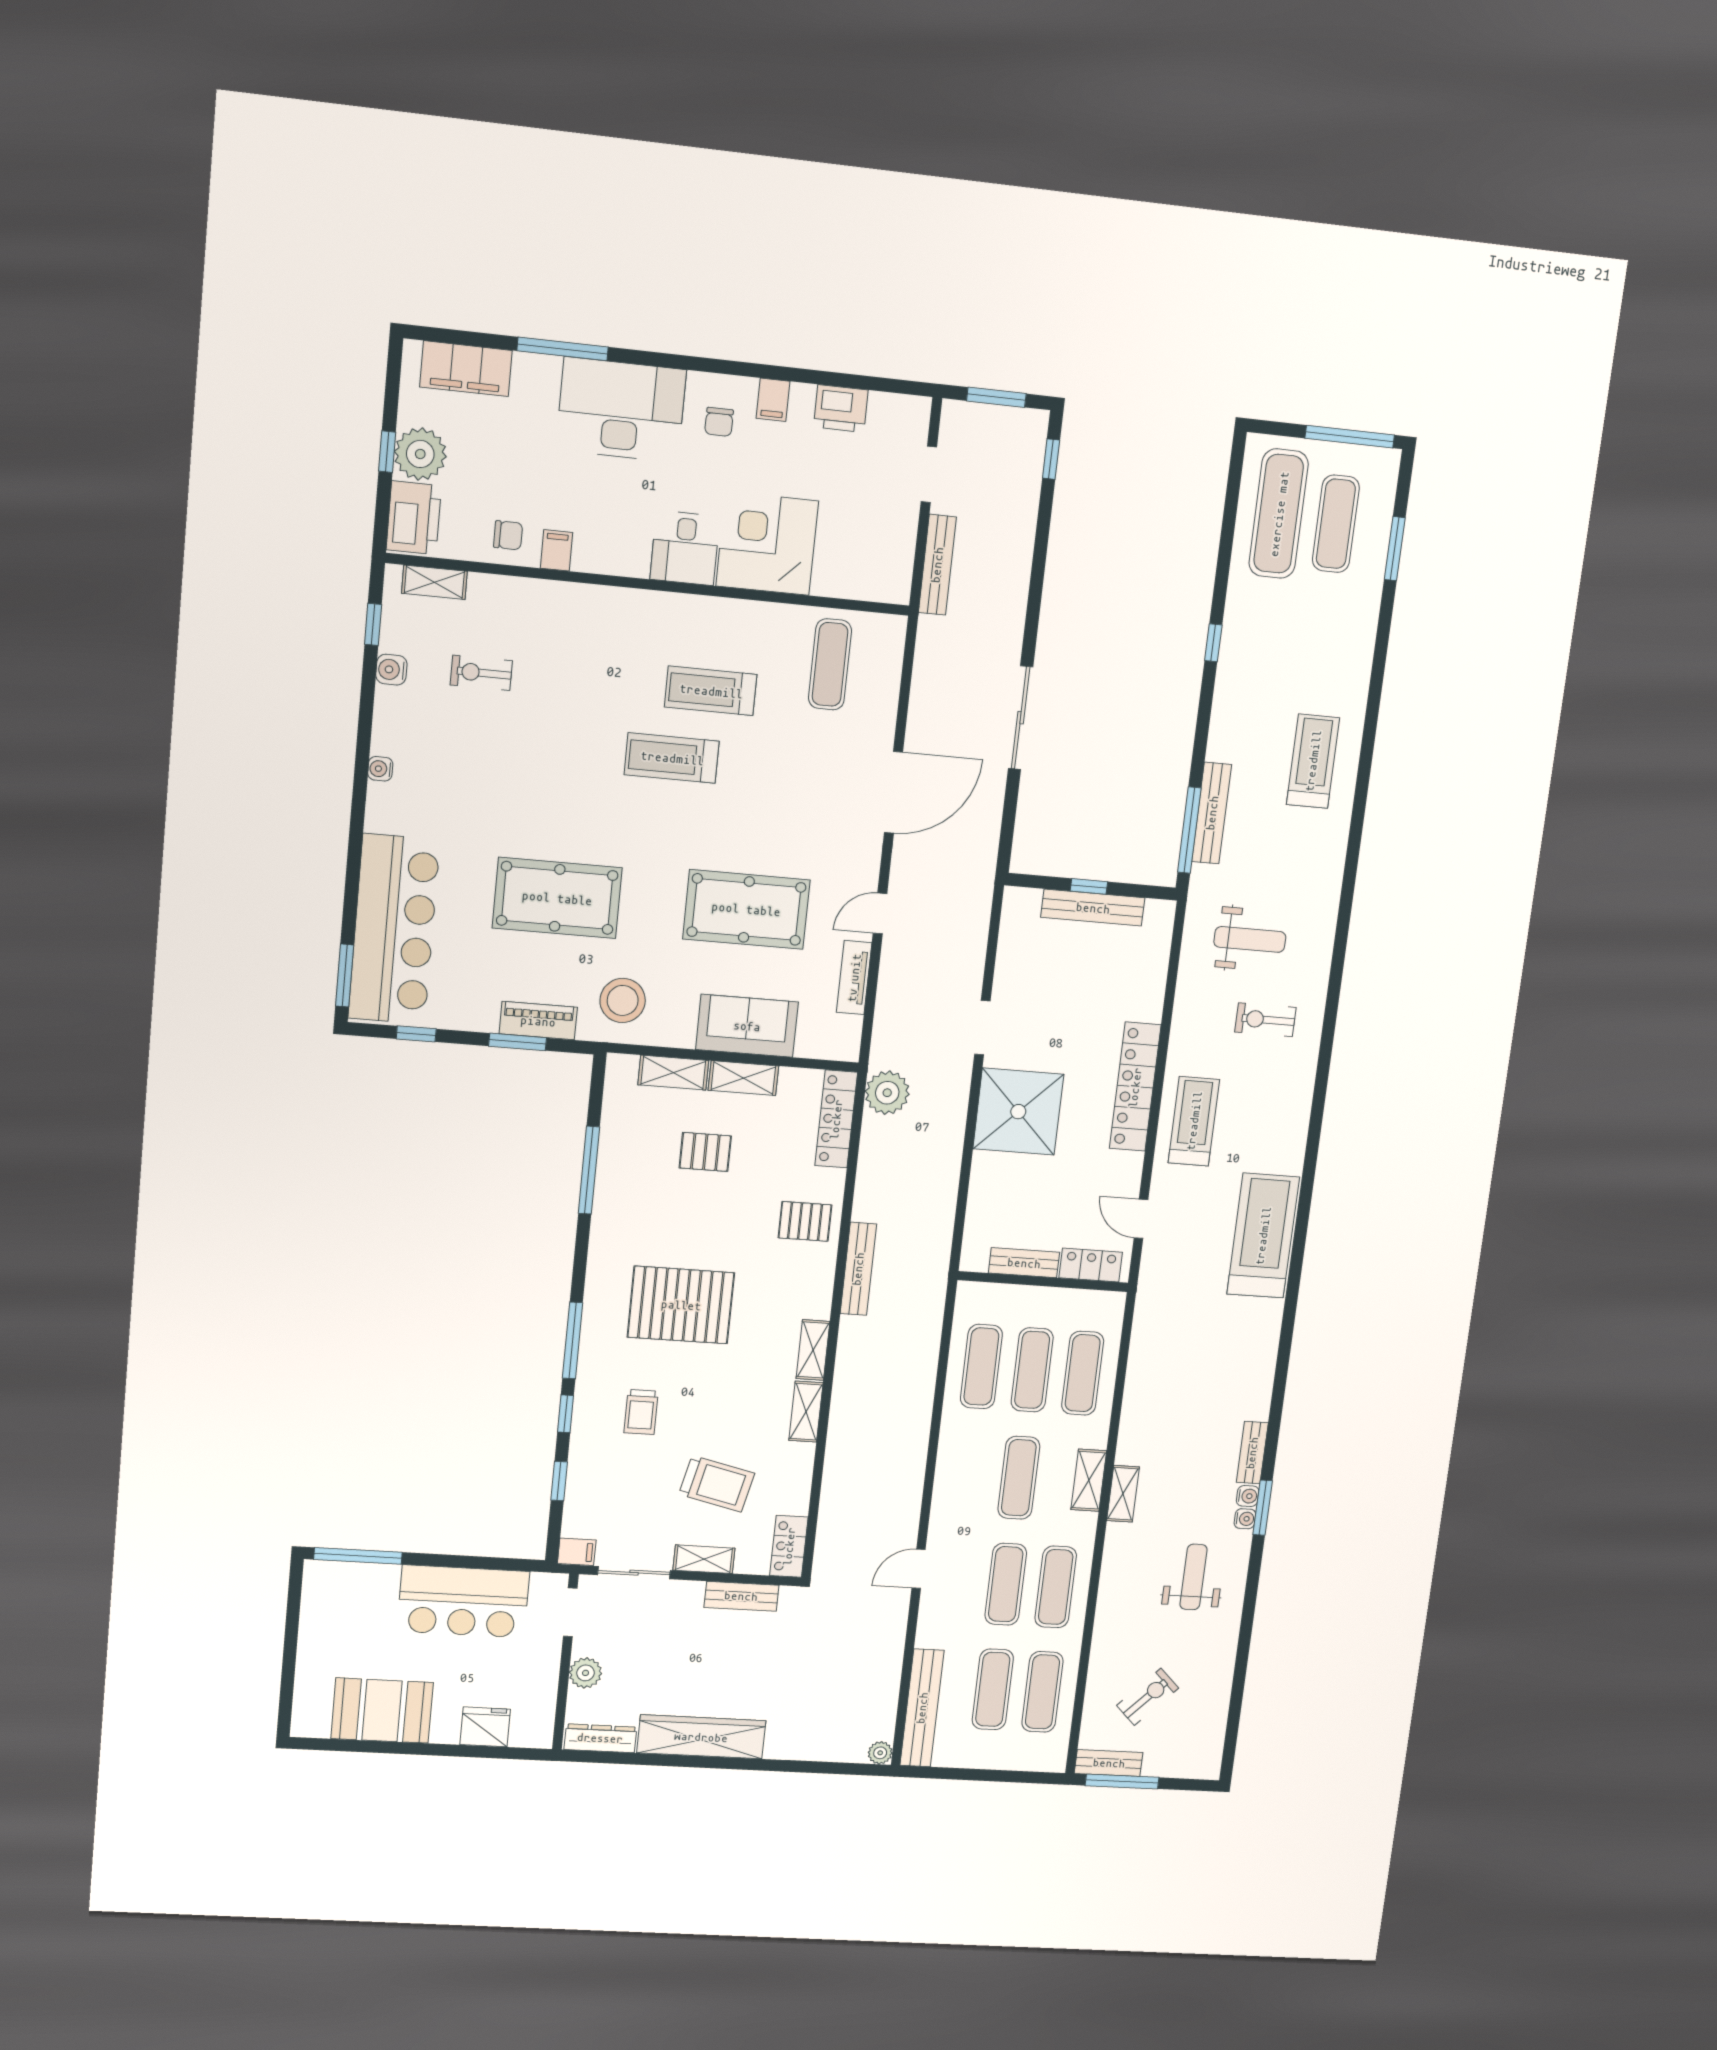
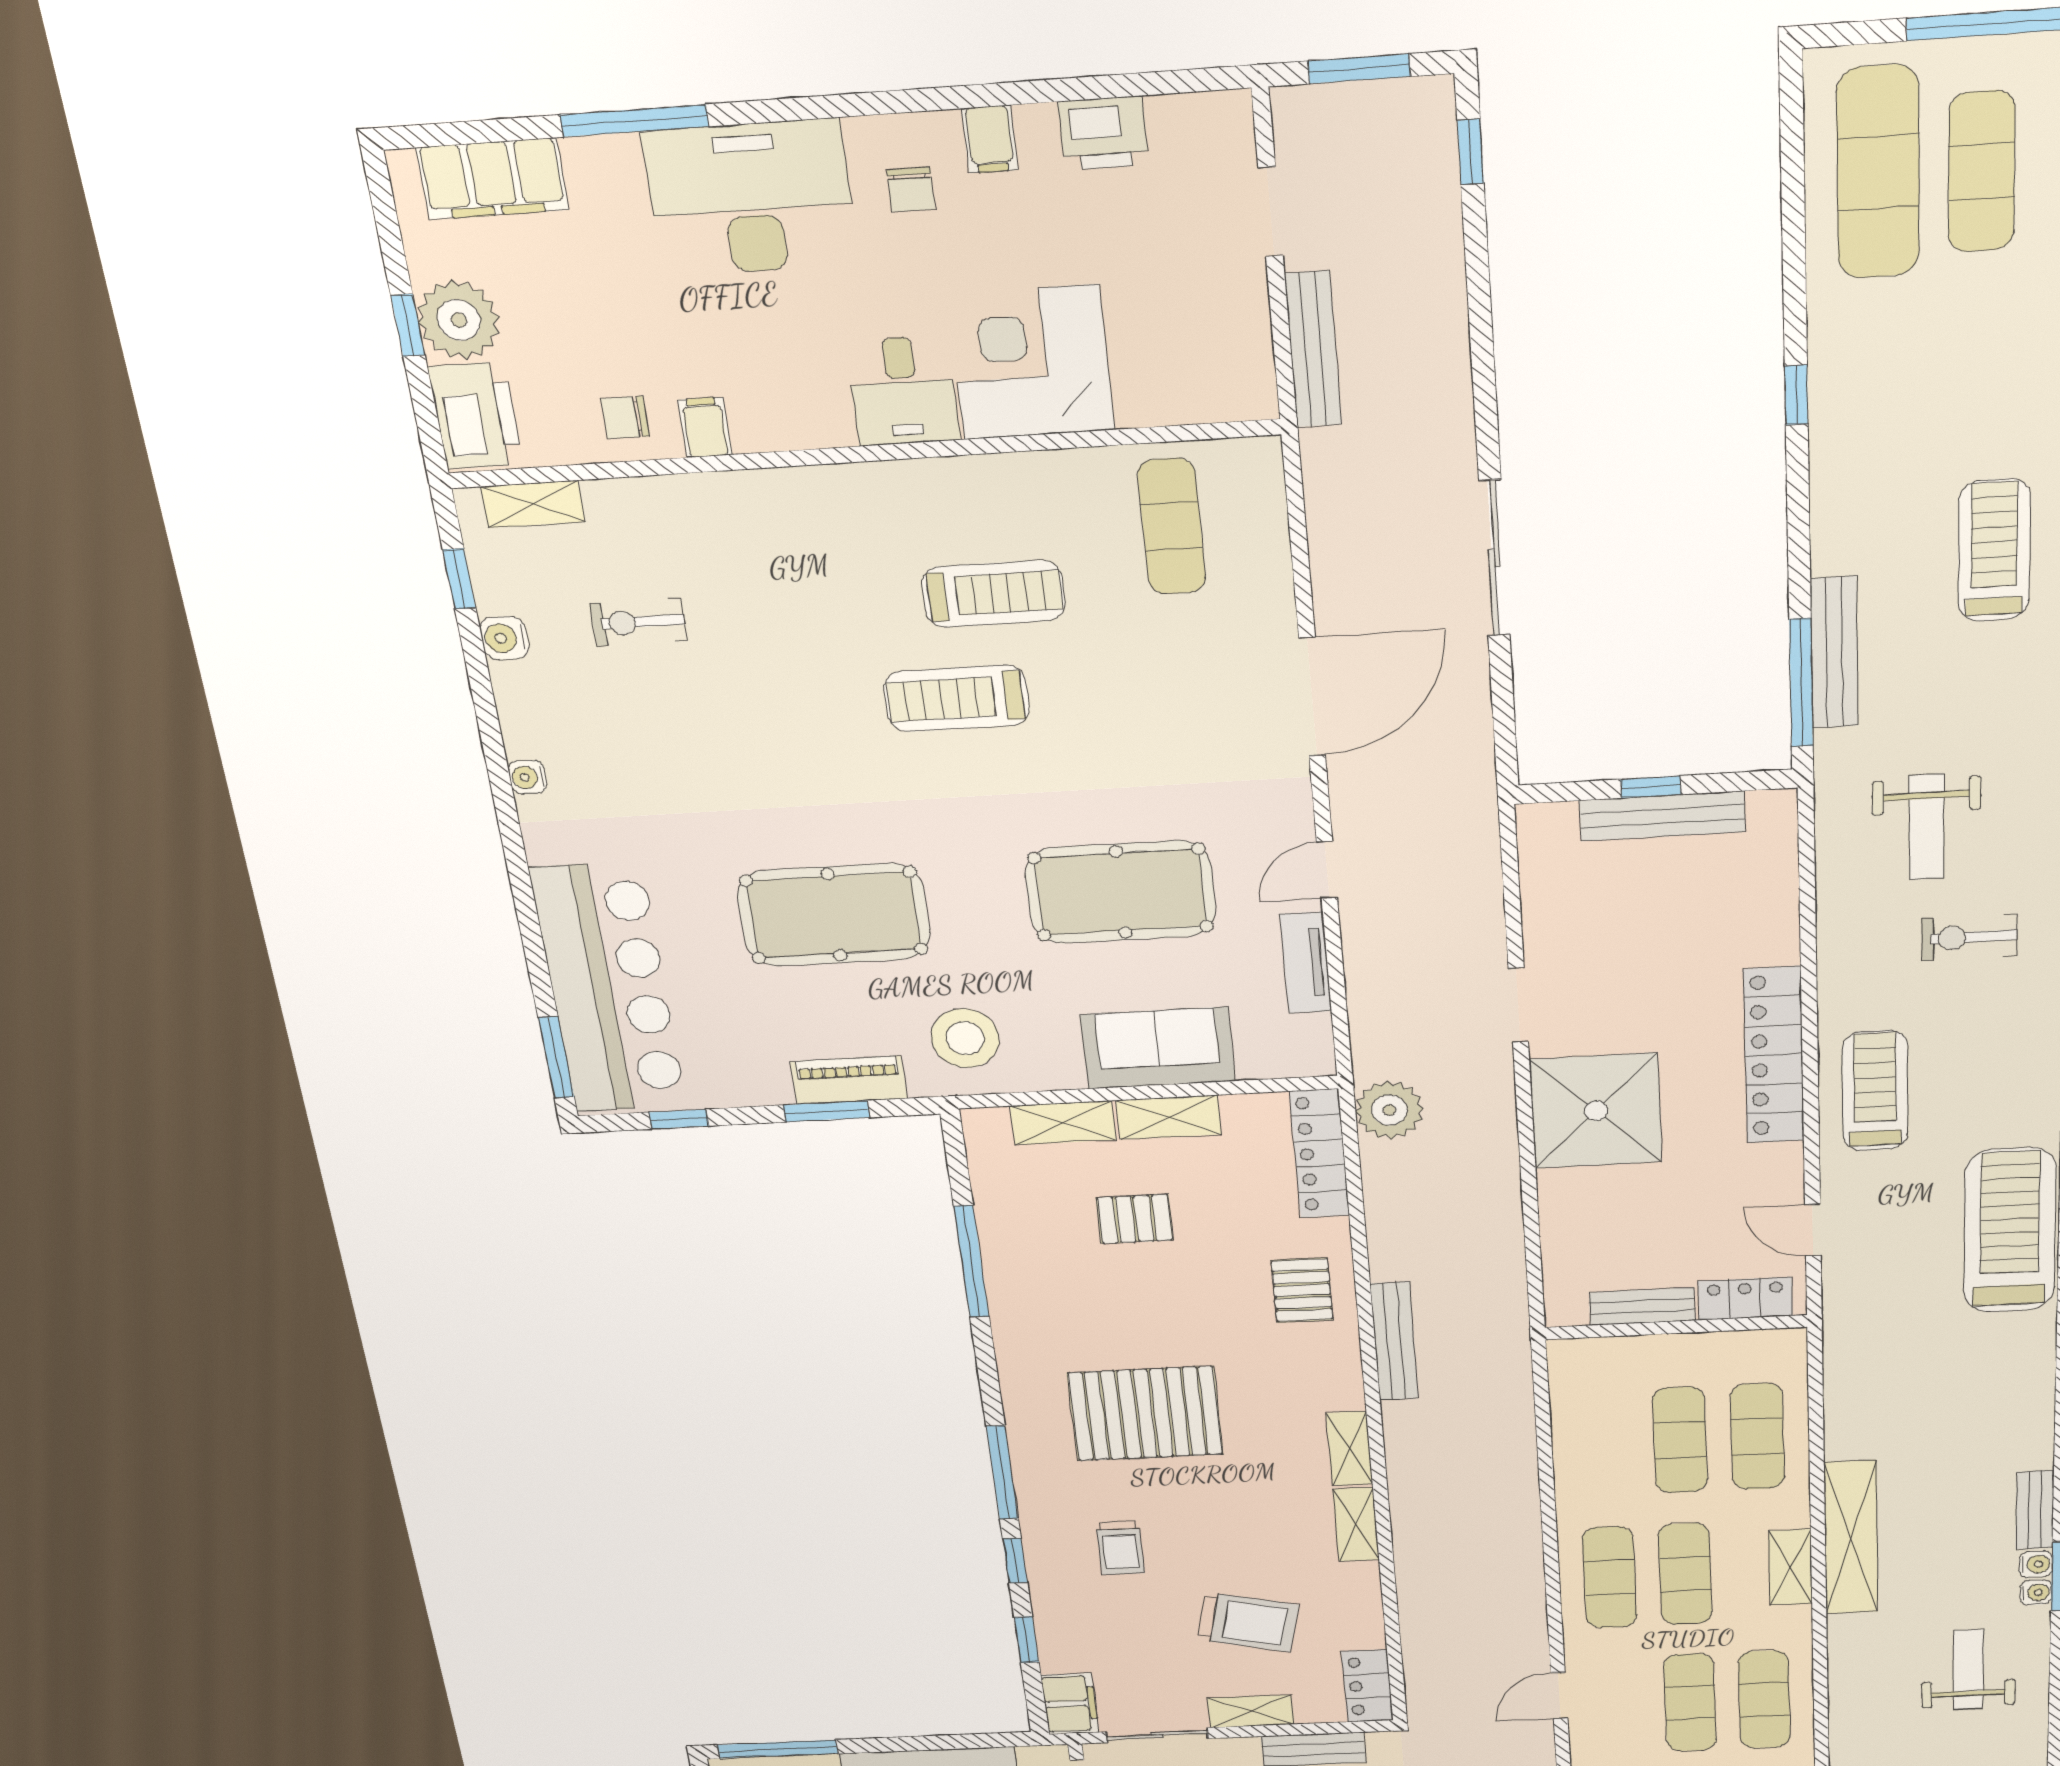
chair: (508, 535) -> (625, 417), turned 180
treadmill: (711, 691) -> (993, 594), turned 180
weight bench: (1250, 939) -> (1926, 827), turned 90
pallet: (805, 1221) -> (1302, 1290), turned 90
exercise mat: (981, 1366) -> (1610, 1577), moved
shelving: (1123, 1494) -> (1851, 1538), width x2.20, depth x1.33
filing cabinet: (577, 1552) -> (1070, 1704), width x2.00

